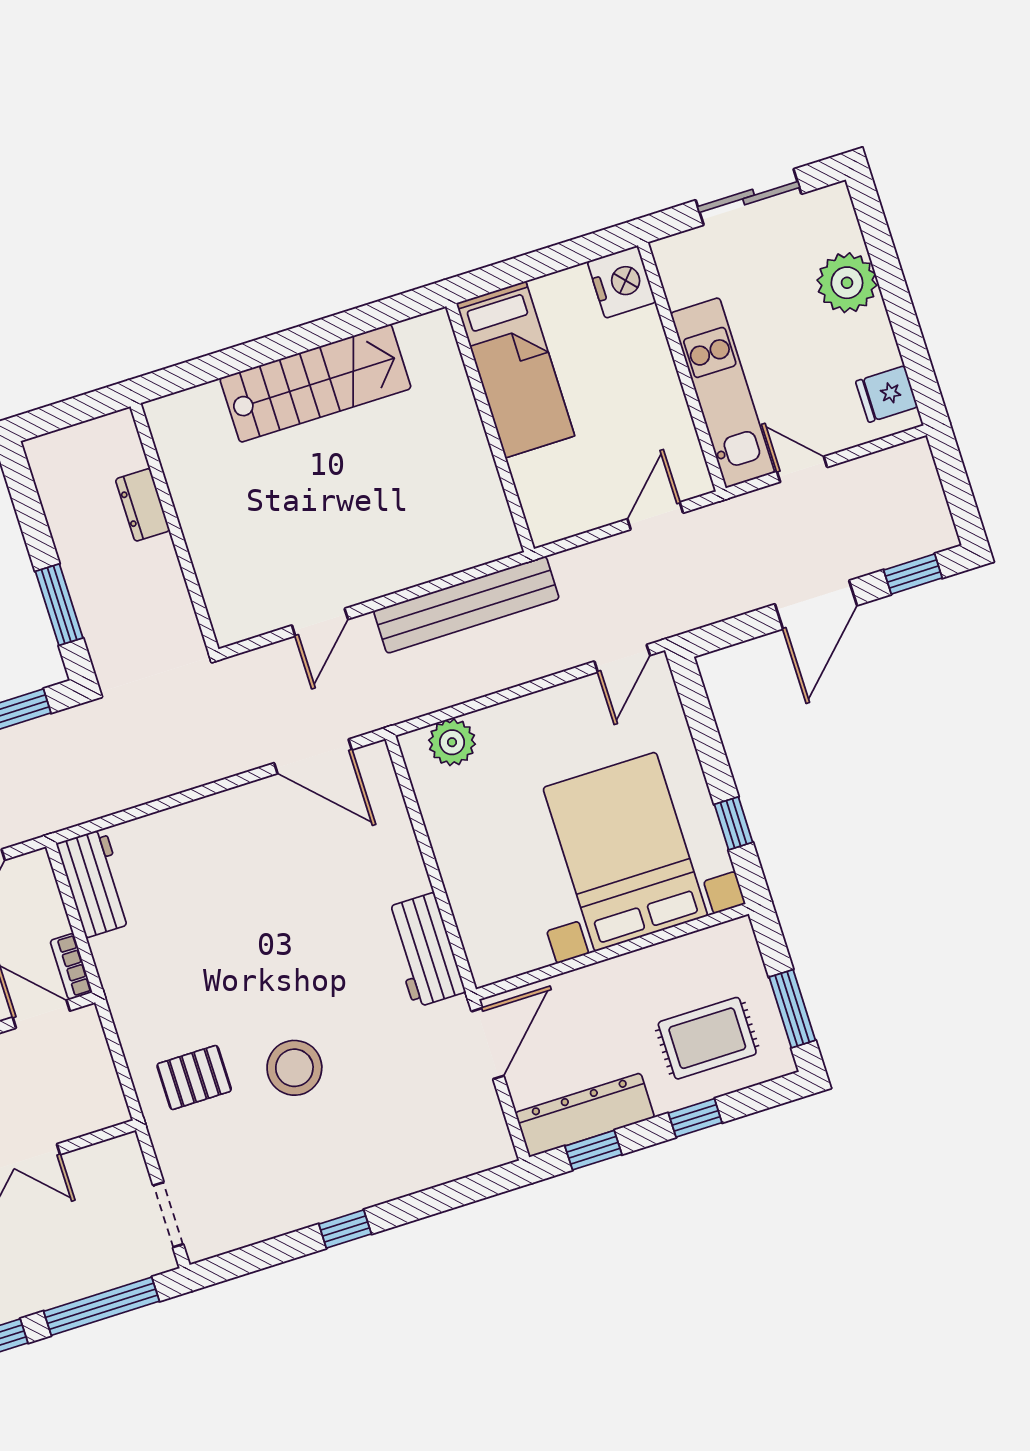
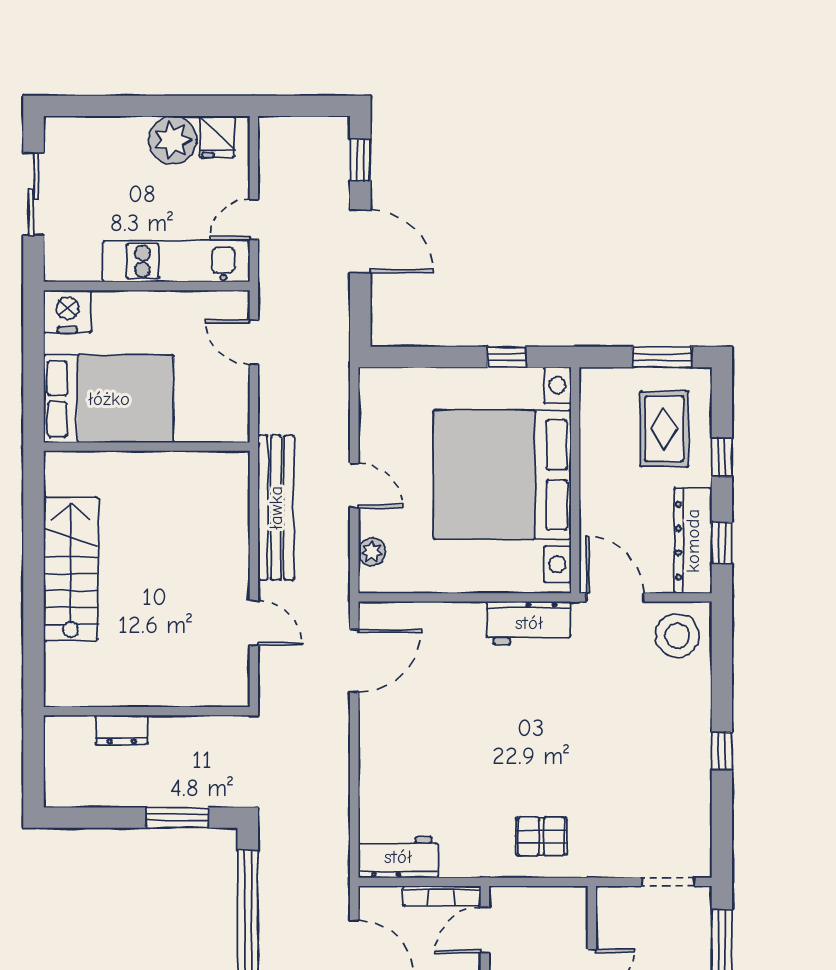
plant: (847, 283) -> (173, 140), moved
bed: (515, 370) -> (109, 399), width x1.50
door: (622, 658) -> (354, 486), moved
plant: (452, 742) -> (372, 552), width x0.73, depth x0.73
bed with nightstands: (625, 852) -> (502, 475), width x1.36
bookcase: (71, 967) -> (442, 896), width x1.56
stool: (294, 1068) -> (677, 636), moved
pallet: (194, 1077) -> (541, 836), moved, turned 90

